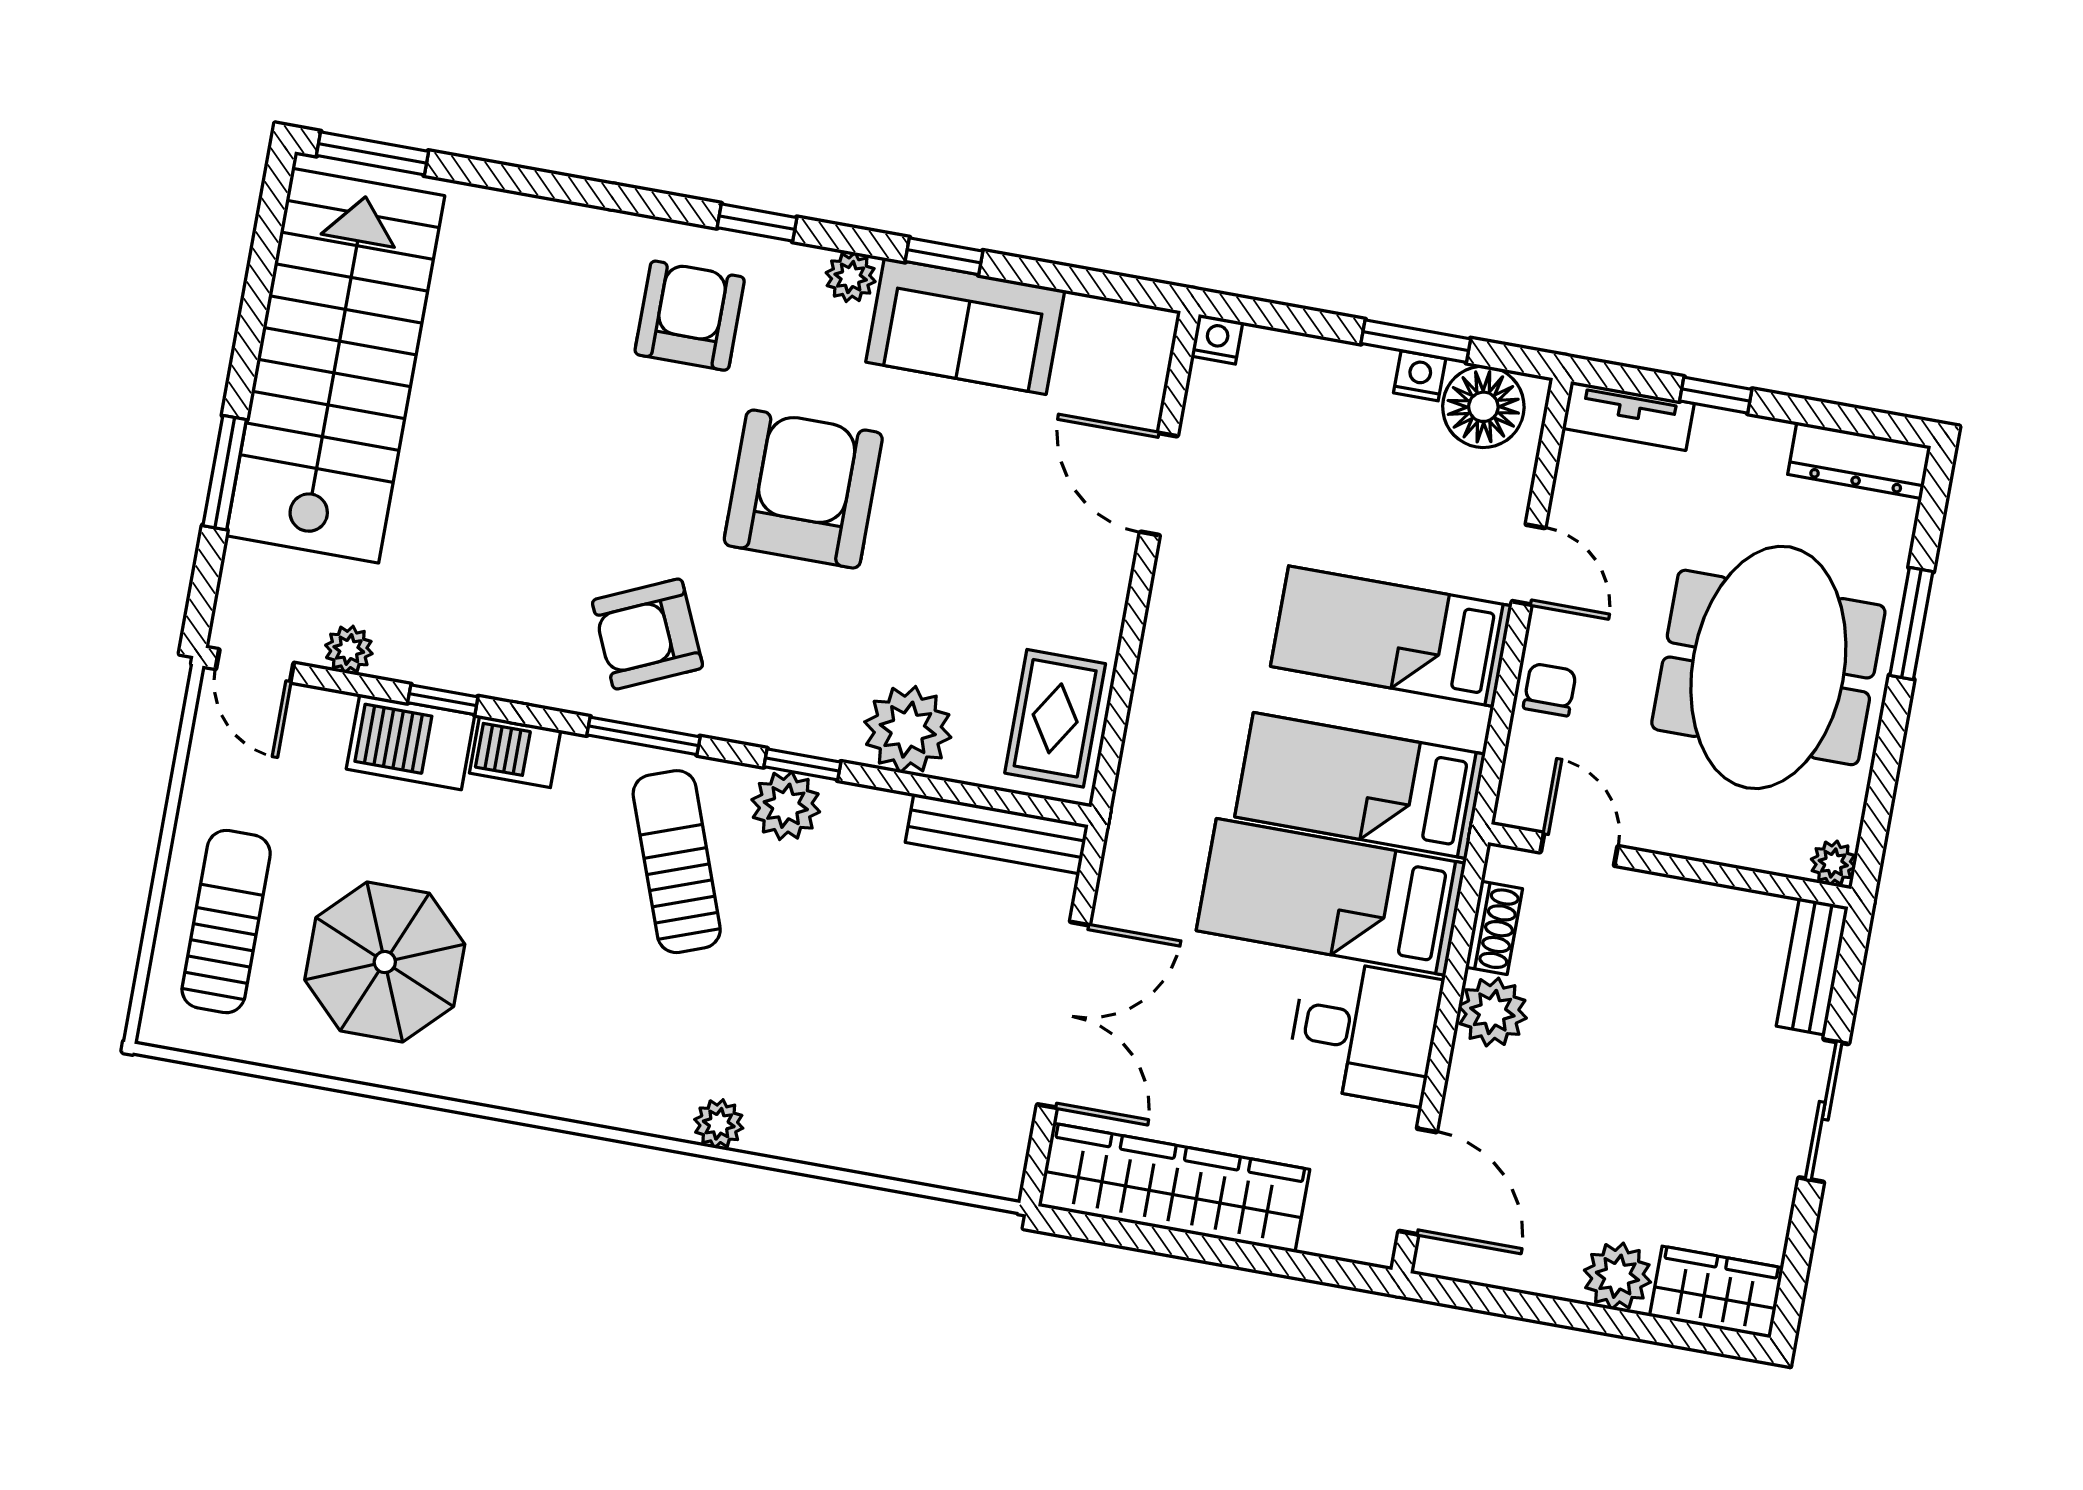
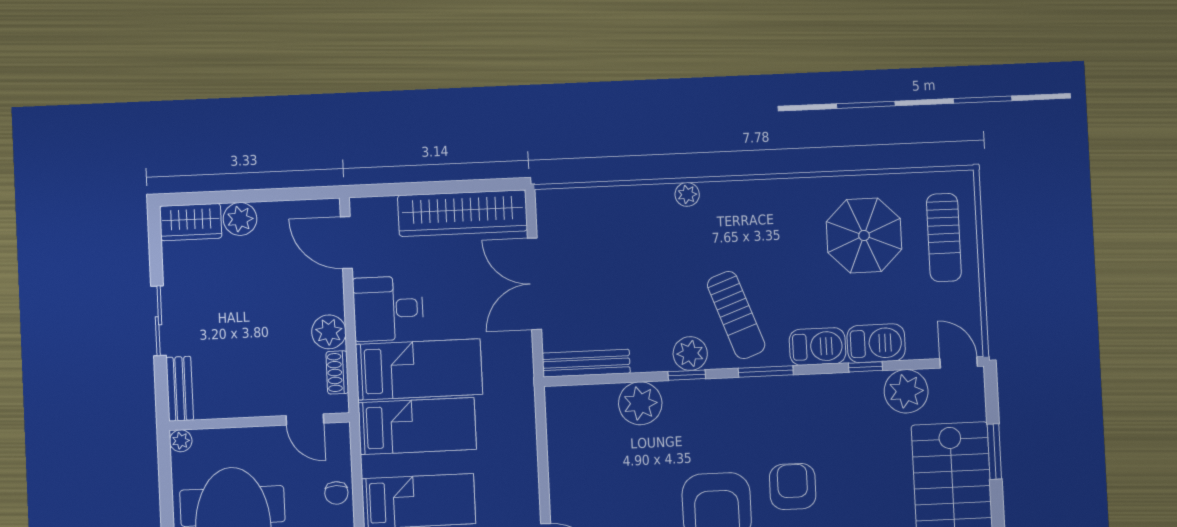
armchair: (648, 634) -> (793, 486), moved, turned -66
plant: (349, 649) -> (906, 391), width x1.88, depth x1.88
rug: (1055, 718) -> (571, 425), removed
barbecue: (515, 752) -> (818, 346), width x1.38, depth x1.27

